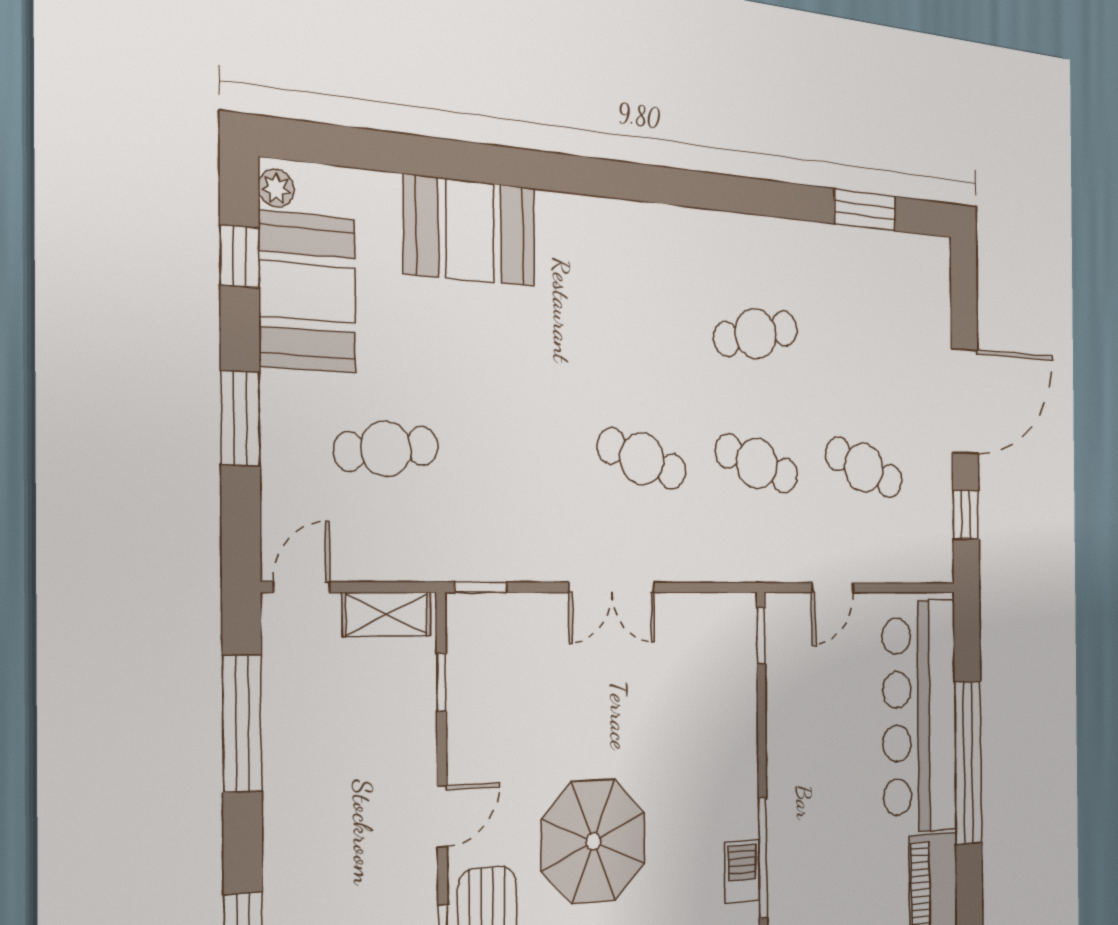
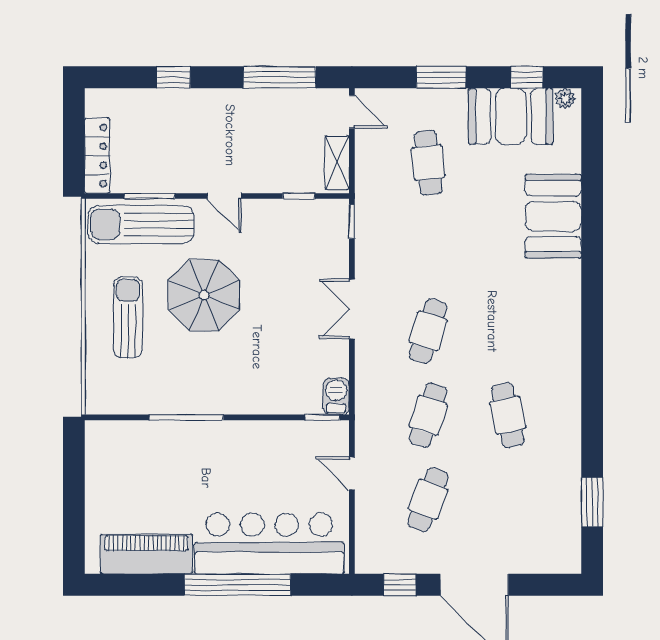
barbecue: (742, 871) -> (336, 396), moved, turned -90

